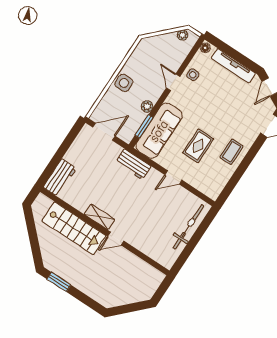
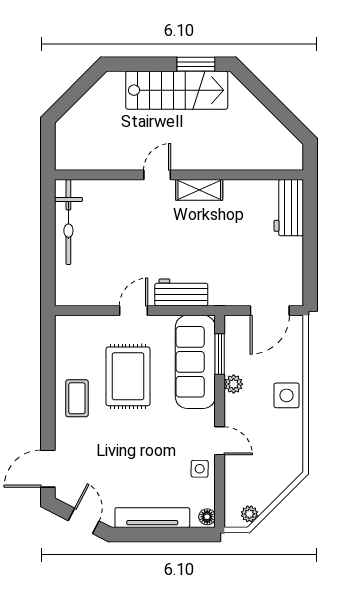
rug: (198, 146) -> (128, 376), width x1.36, depth x1.43
workbench: (133, 164) -> (181, 292), moved
bicycle: (188, 227) -> (68, 222), moved
stairs: (74, 228) -> (177, 90), moved, turned 180

